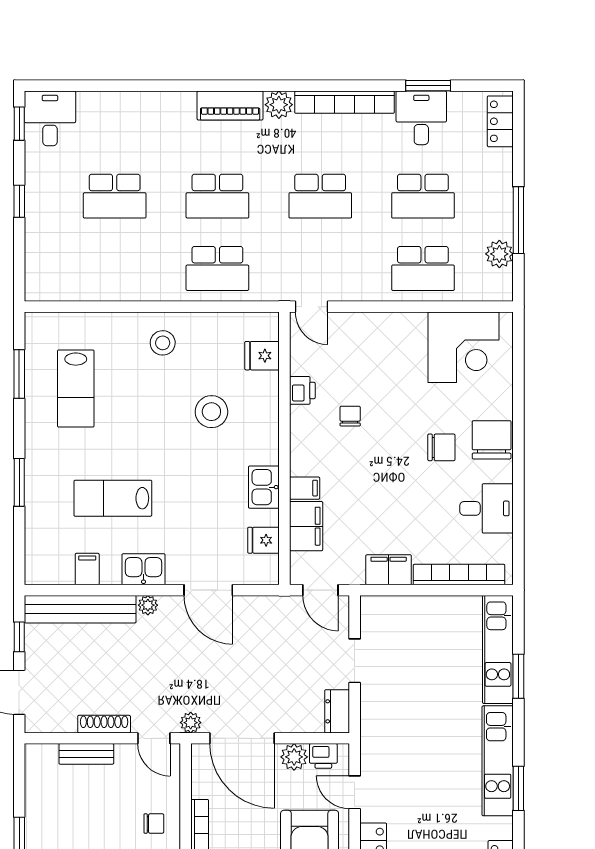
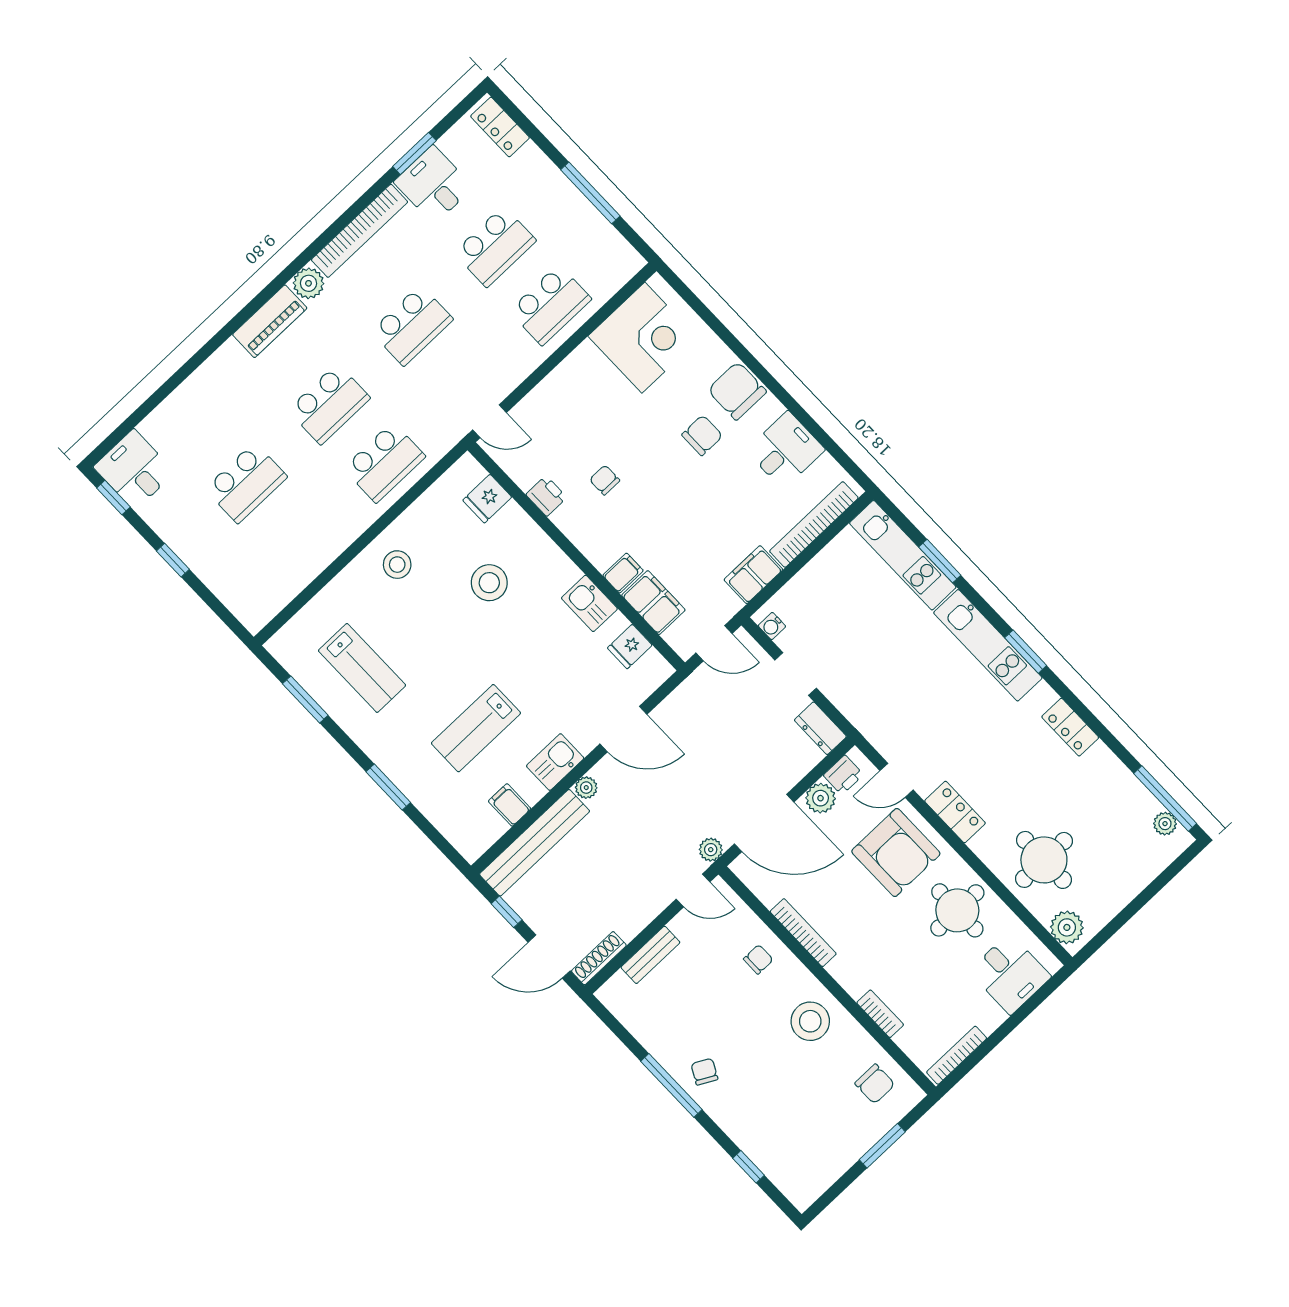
plant: (499, 254) -> (601, 235), removed
water cooler: (369, 615) -> (772, 626), added
shoe rack: (104, 724) -> (599, 958), moved

